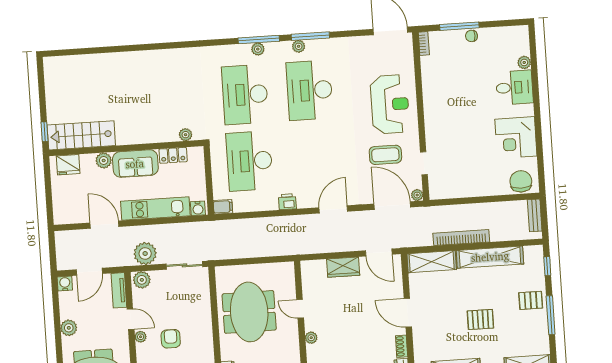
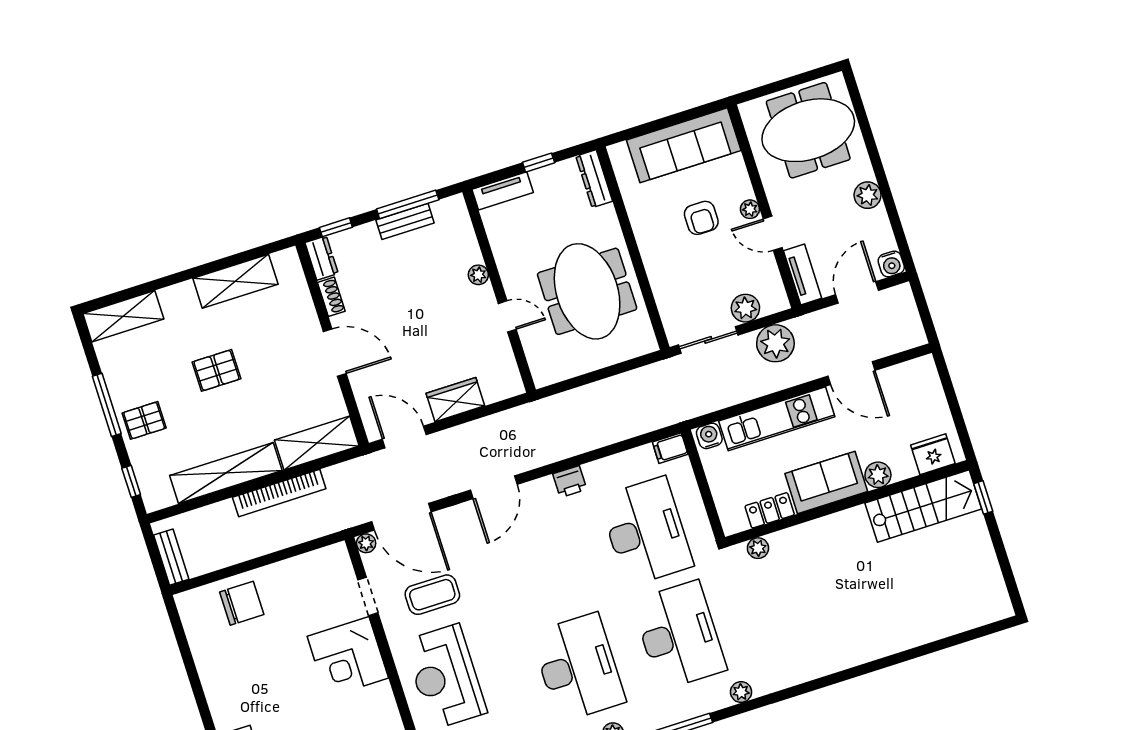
plant: (258, 49) -> (741, 692), moved
corner desk: (516, 138) -> (348, 657), moved, turned 180
chair: (521, 181) -> (242, 603), moved, turned -90
plant: (142, 280) -> (745, 308), moved

